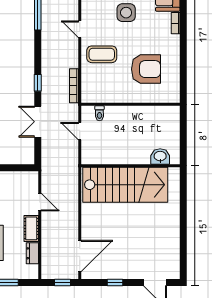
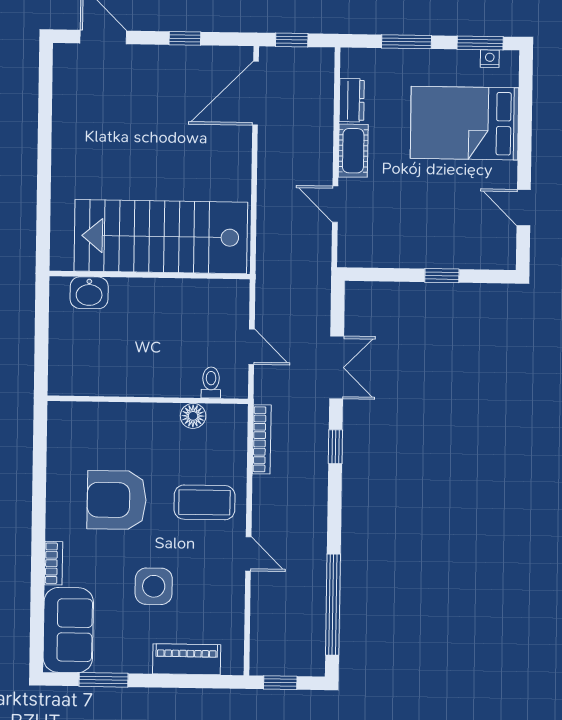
armchair: (146, 69) -> (117, 500), moved
floor lamp: (108, 97) -> (193, 416), added

